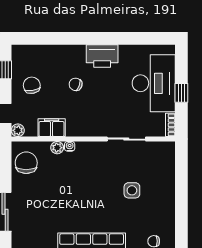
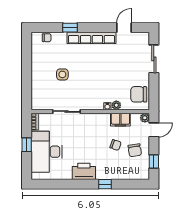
window: (73, 38) -> (105, 184), added
chair: (76, 84) -> (116, 145), moved
chair: (26, 163) -> (139, 94), turned 90

